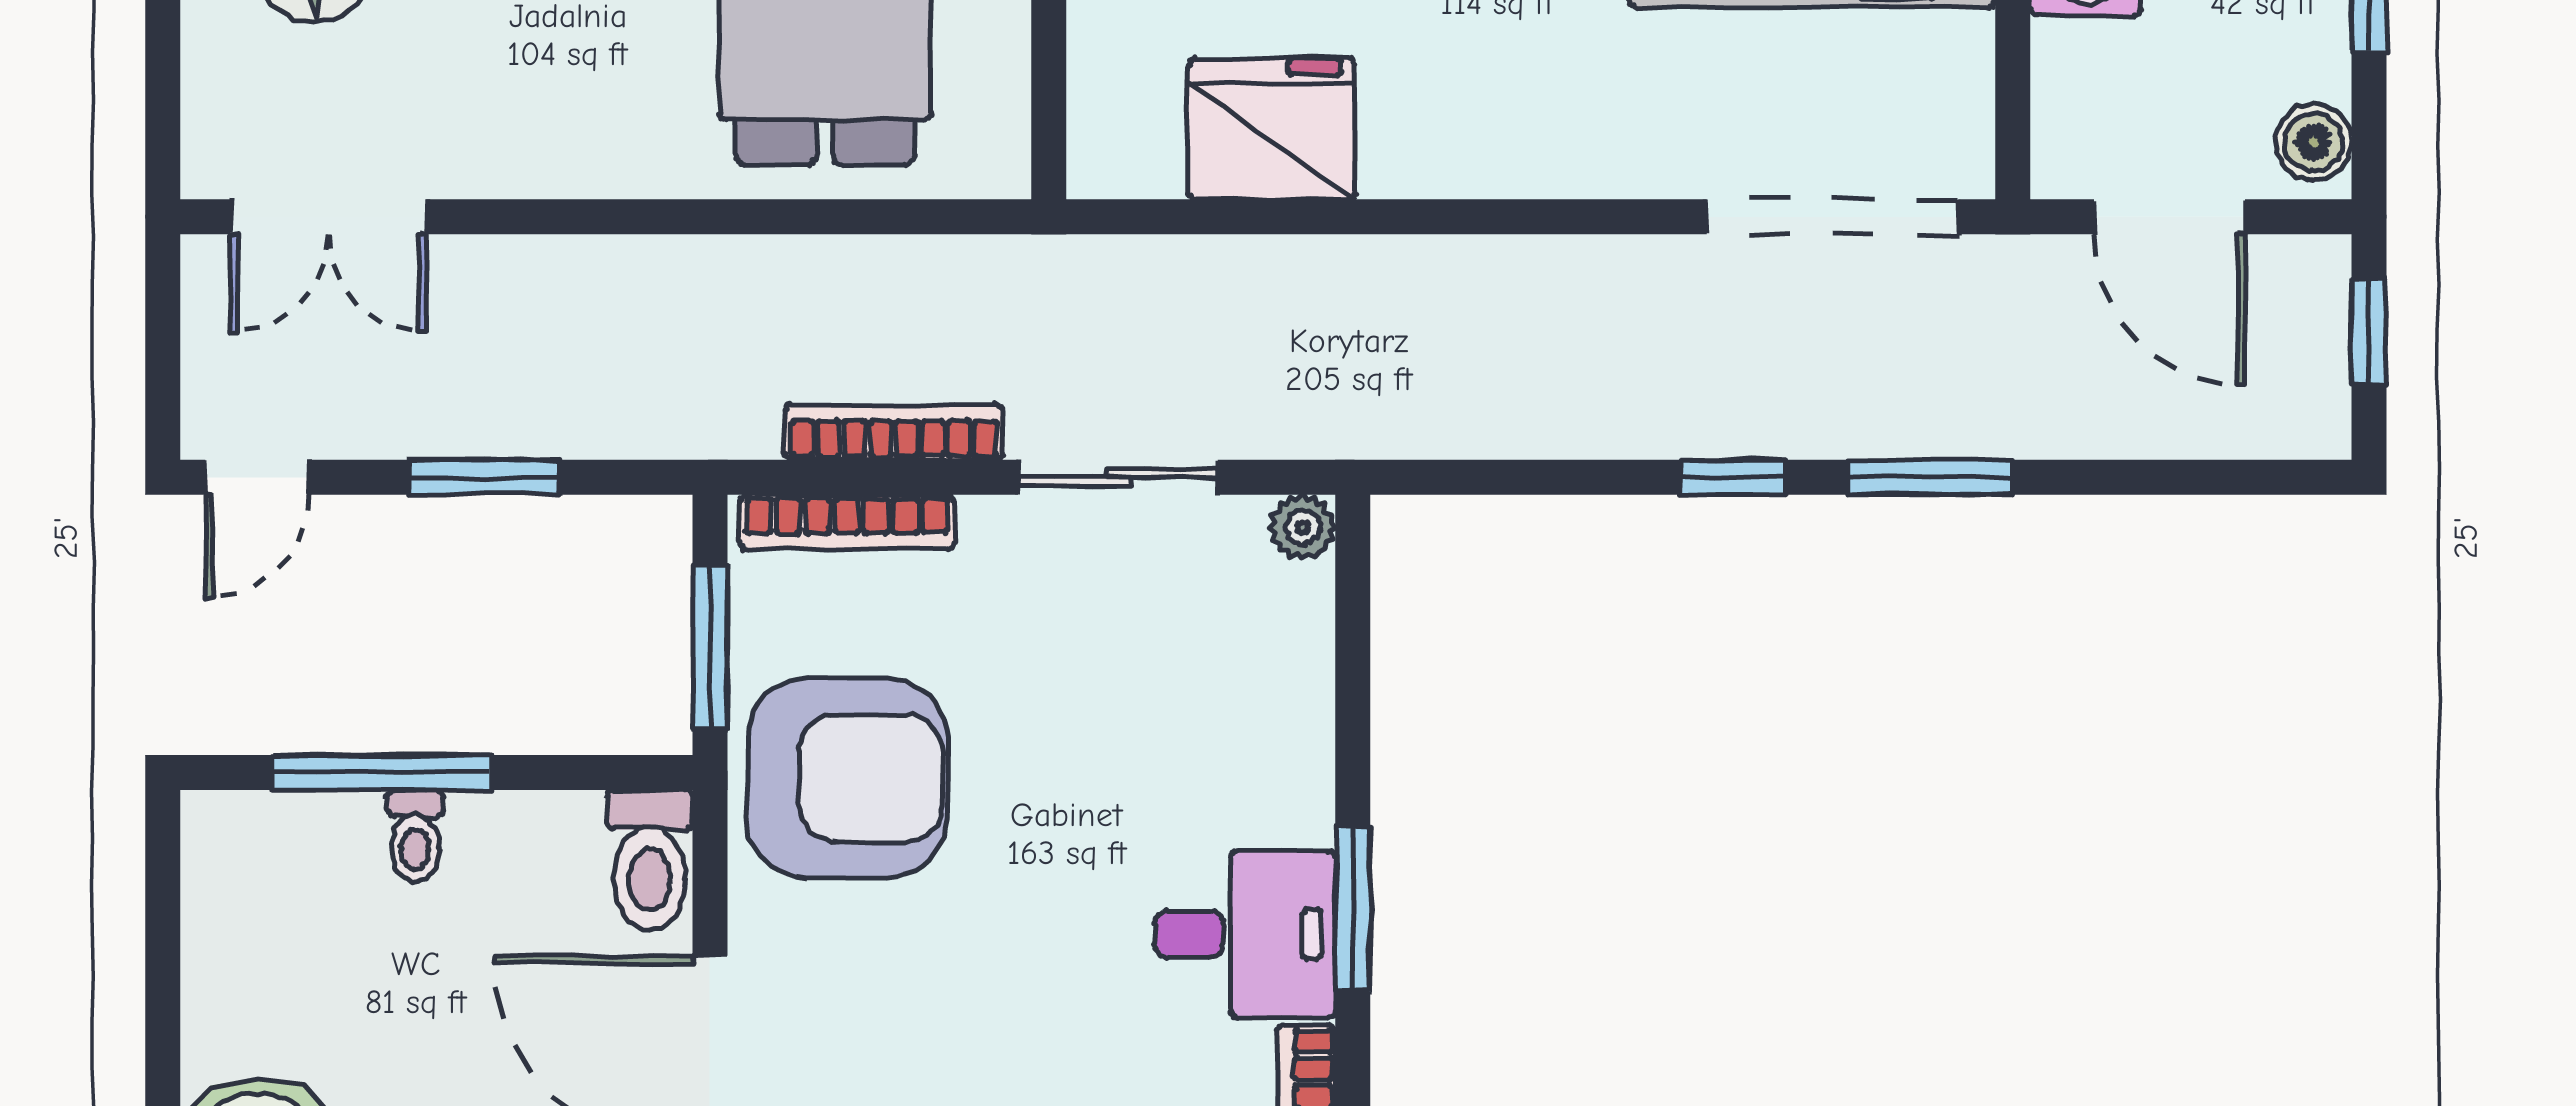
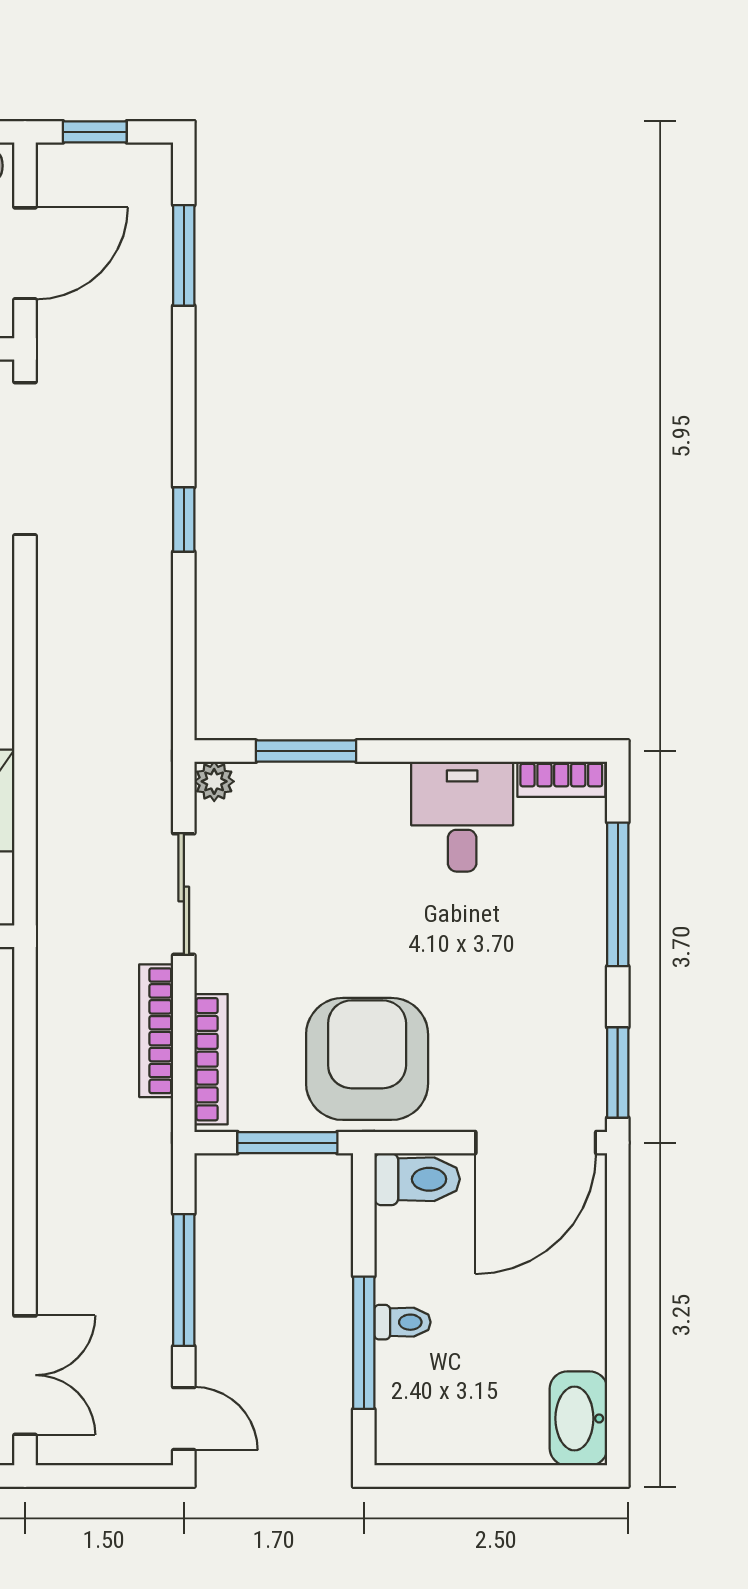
window: (484, 477) -> (184, 1280), width x1.44
window: (1930, 477) -> (184, 255), moved
window: (1353, 909) -> (306, 751), moved

